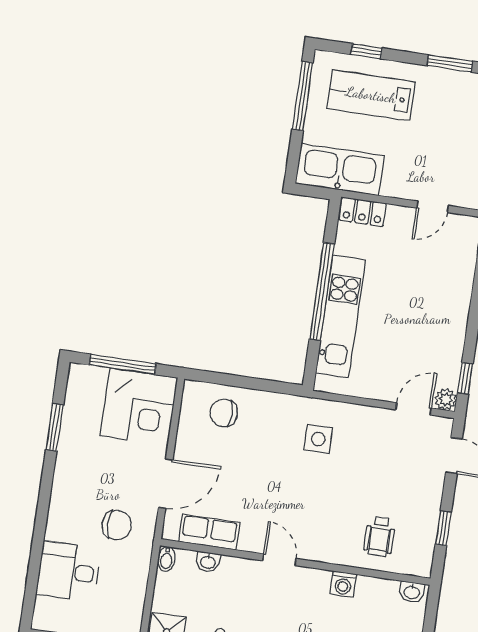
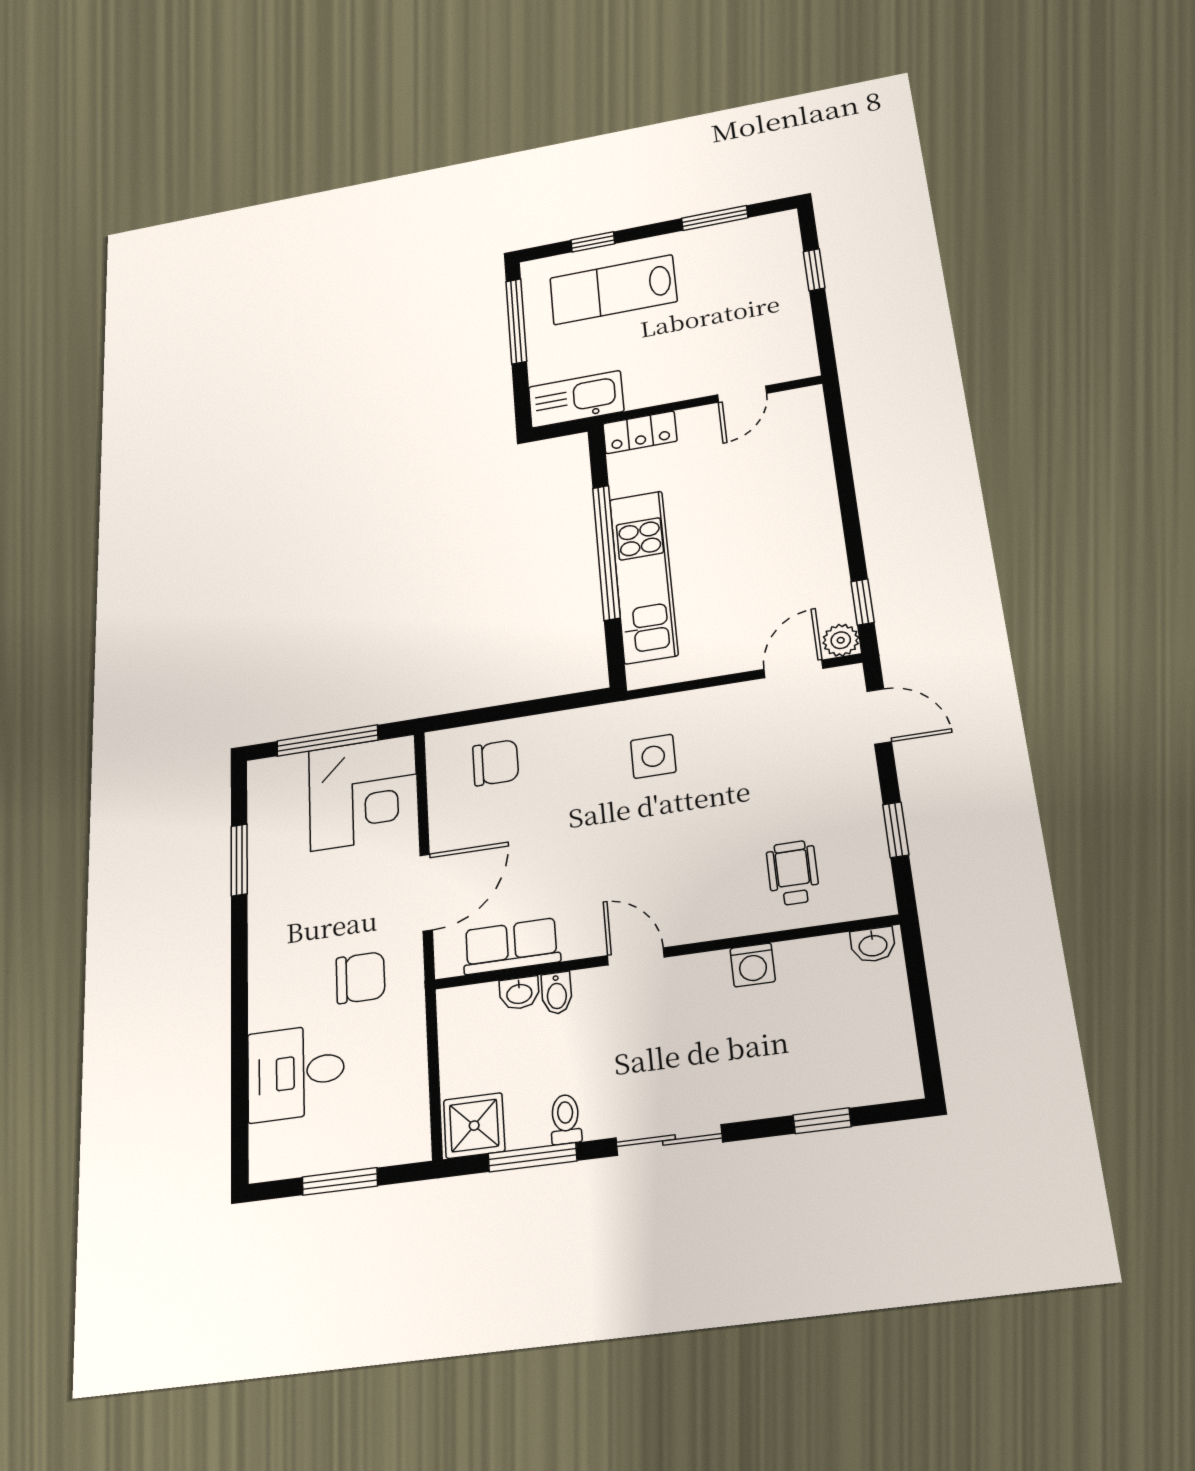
kitchen sink: (340, 170) -> (576, 399), width x0.73, depth x0.81
chair: (224, 413) -> (496, 763), turned 180
wheelchair: (380, 537) -> (793, 873), turned 180
bidet: (166, 559) -> (557, 993), moved

